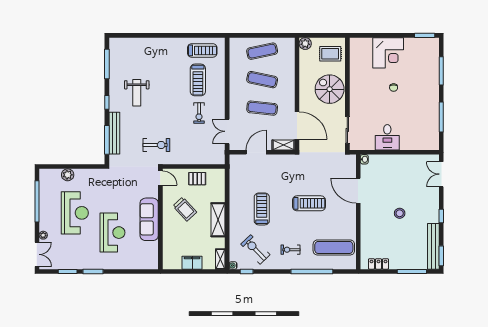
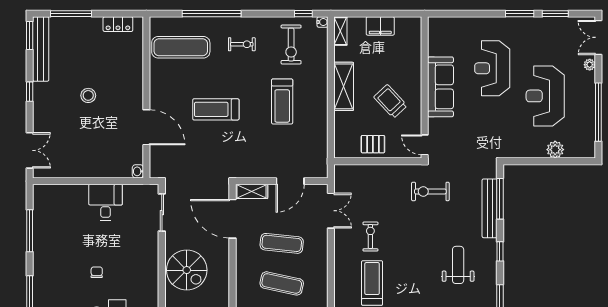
exercise bike: (255, 249) -> (291, 45), turned 44

